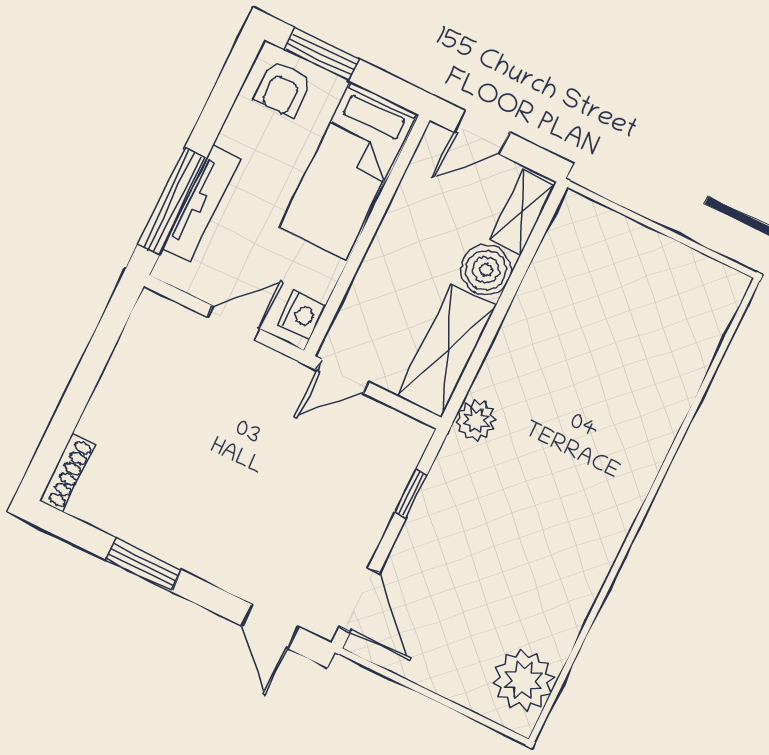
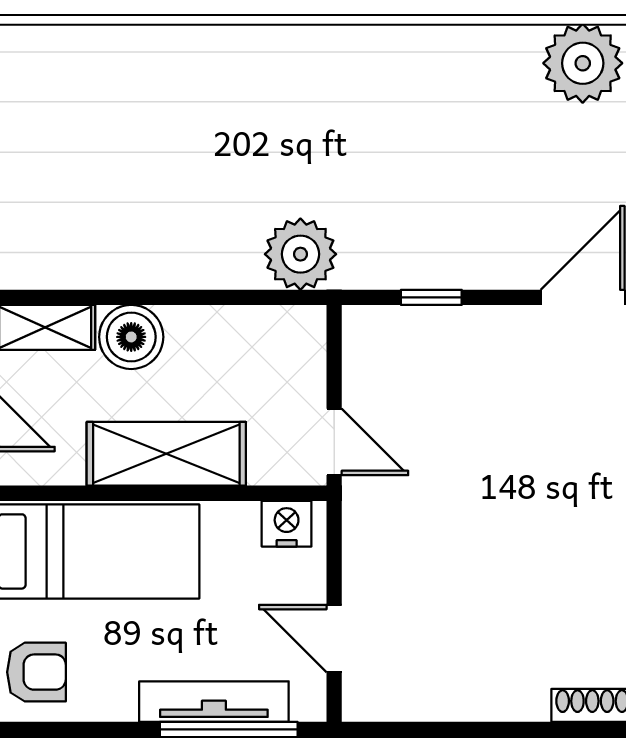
door: (234, 323) -> (334, 639), moved
shelving: (446, 351) -> (166, 454), moved
plant: (476, 420) -> (300, 254), width x1.36, depth x1.36

